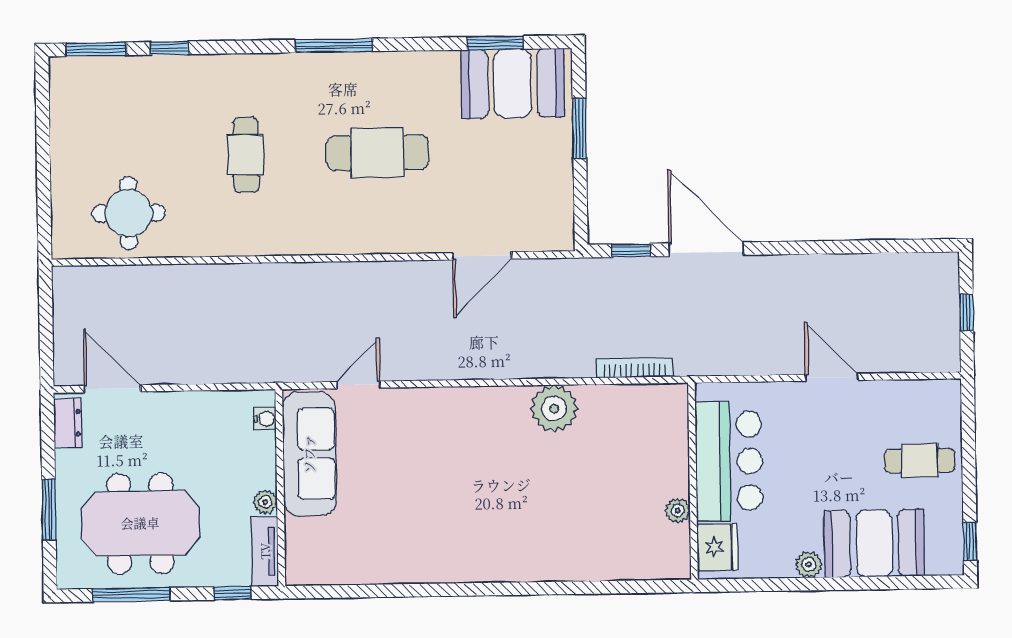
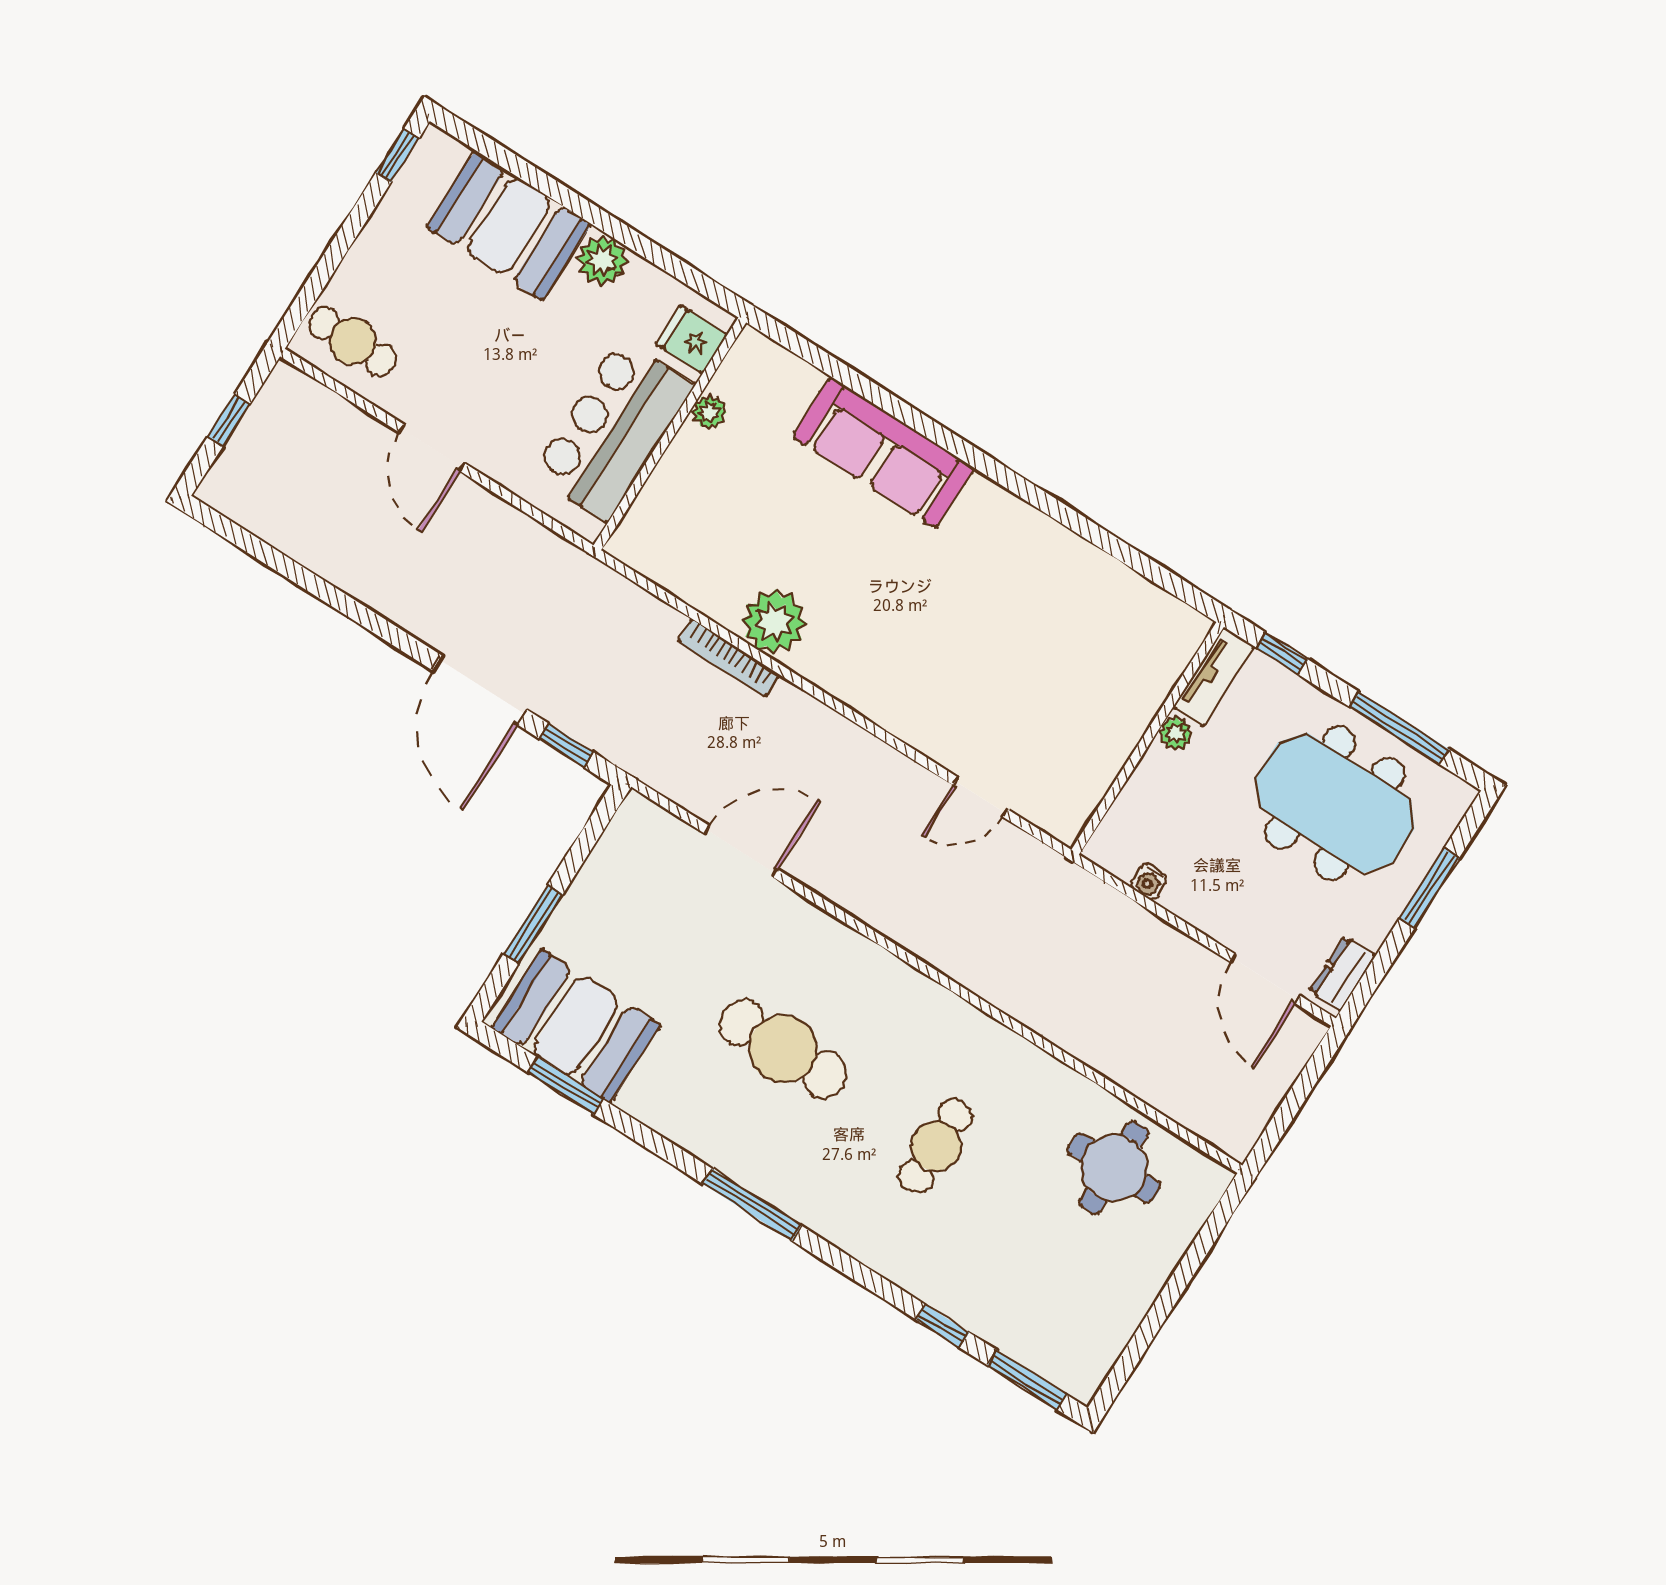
bookcase: (635, 368) -> (729, 658), moved
water cooler: (265, 419) -> (1149, 881), moved, turned -90
sofa: (309, 454) -> (883, 453), moved, turned -90
cafe table: (920, 461) -> (353, 341), moved
fridge: (717, 547) -> (692, 340), width x0.72
plant: (809, 564) -> (602, 260), width x1.38, depth x1.38

